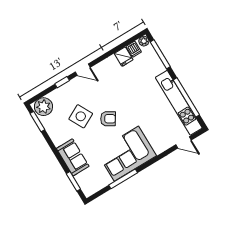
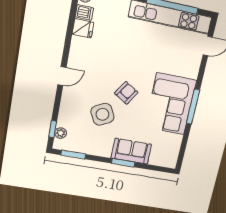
window: (62, 82) -> (53, 129), moved
plant: (43, 107) -> (61, 133), width x0.53, depth x0.53
window: (123, 179) -> (193, 107), moved
window: (73, 181) -> (123, 163), moved

